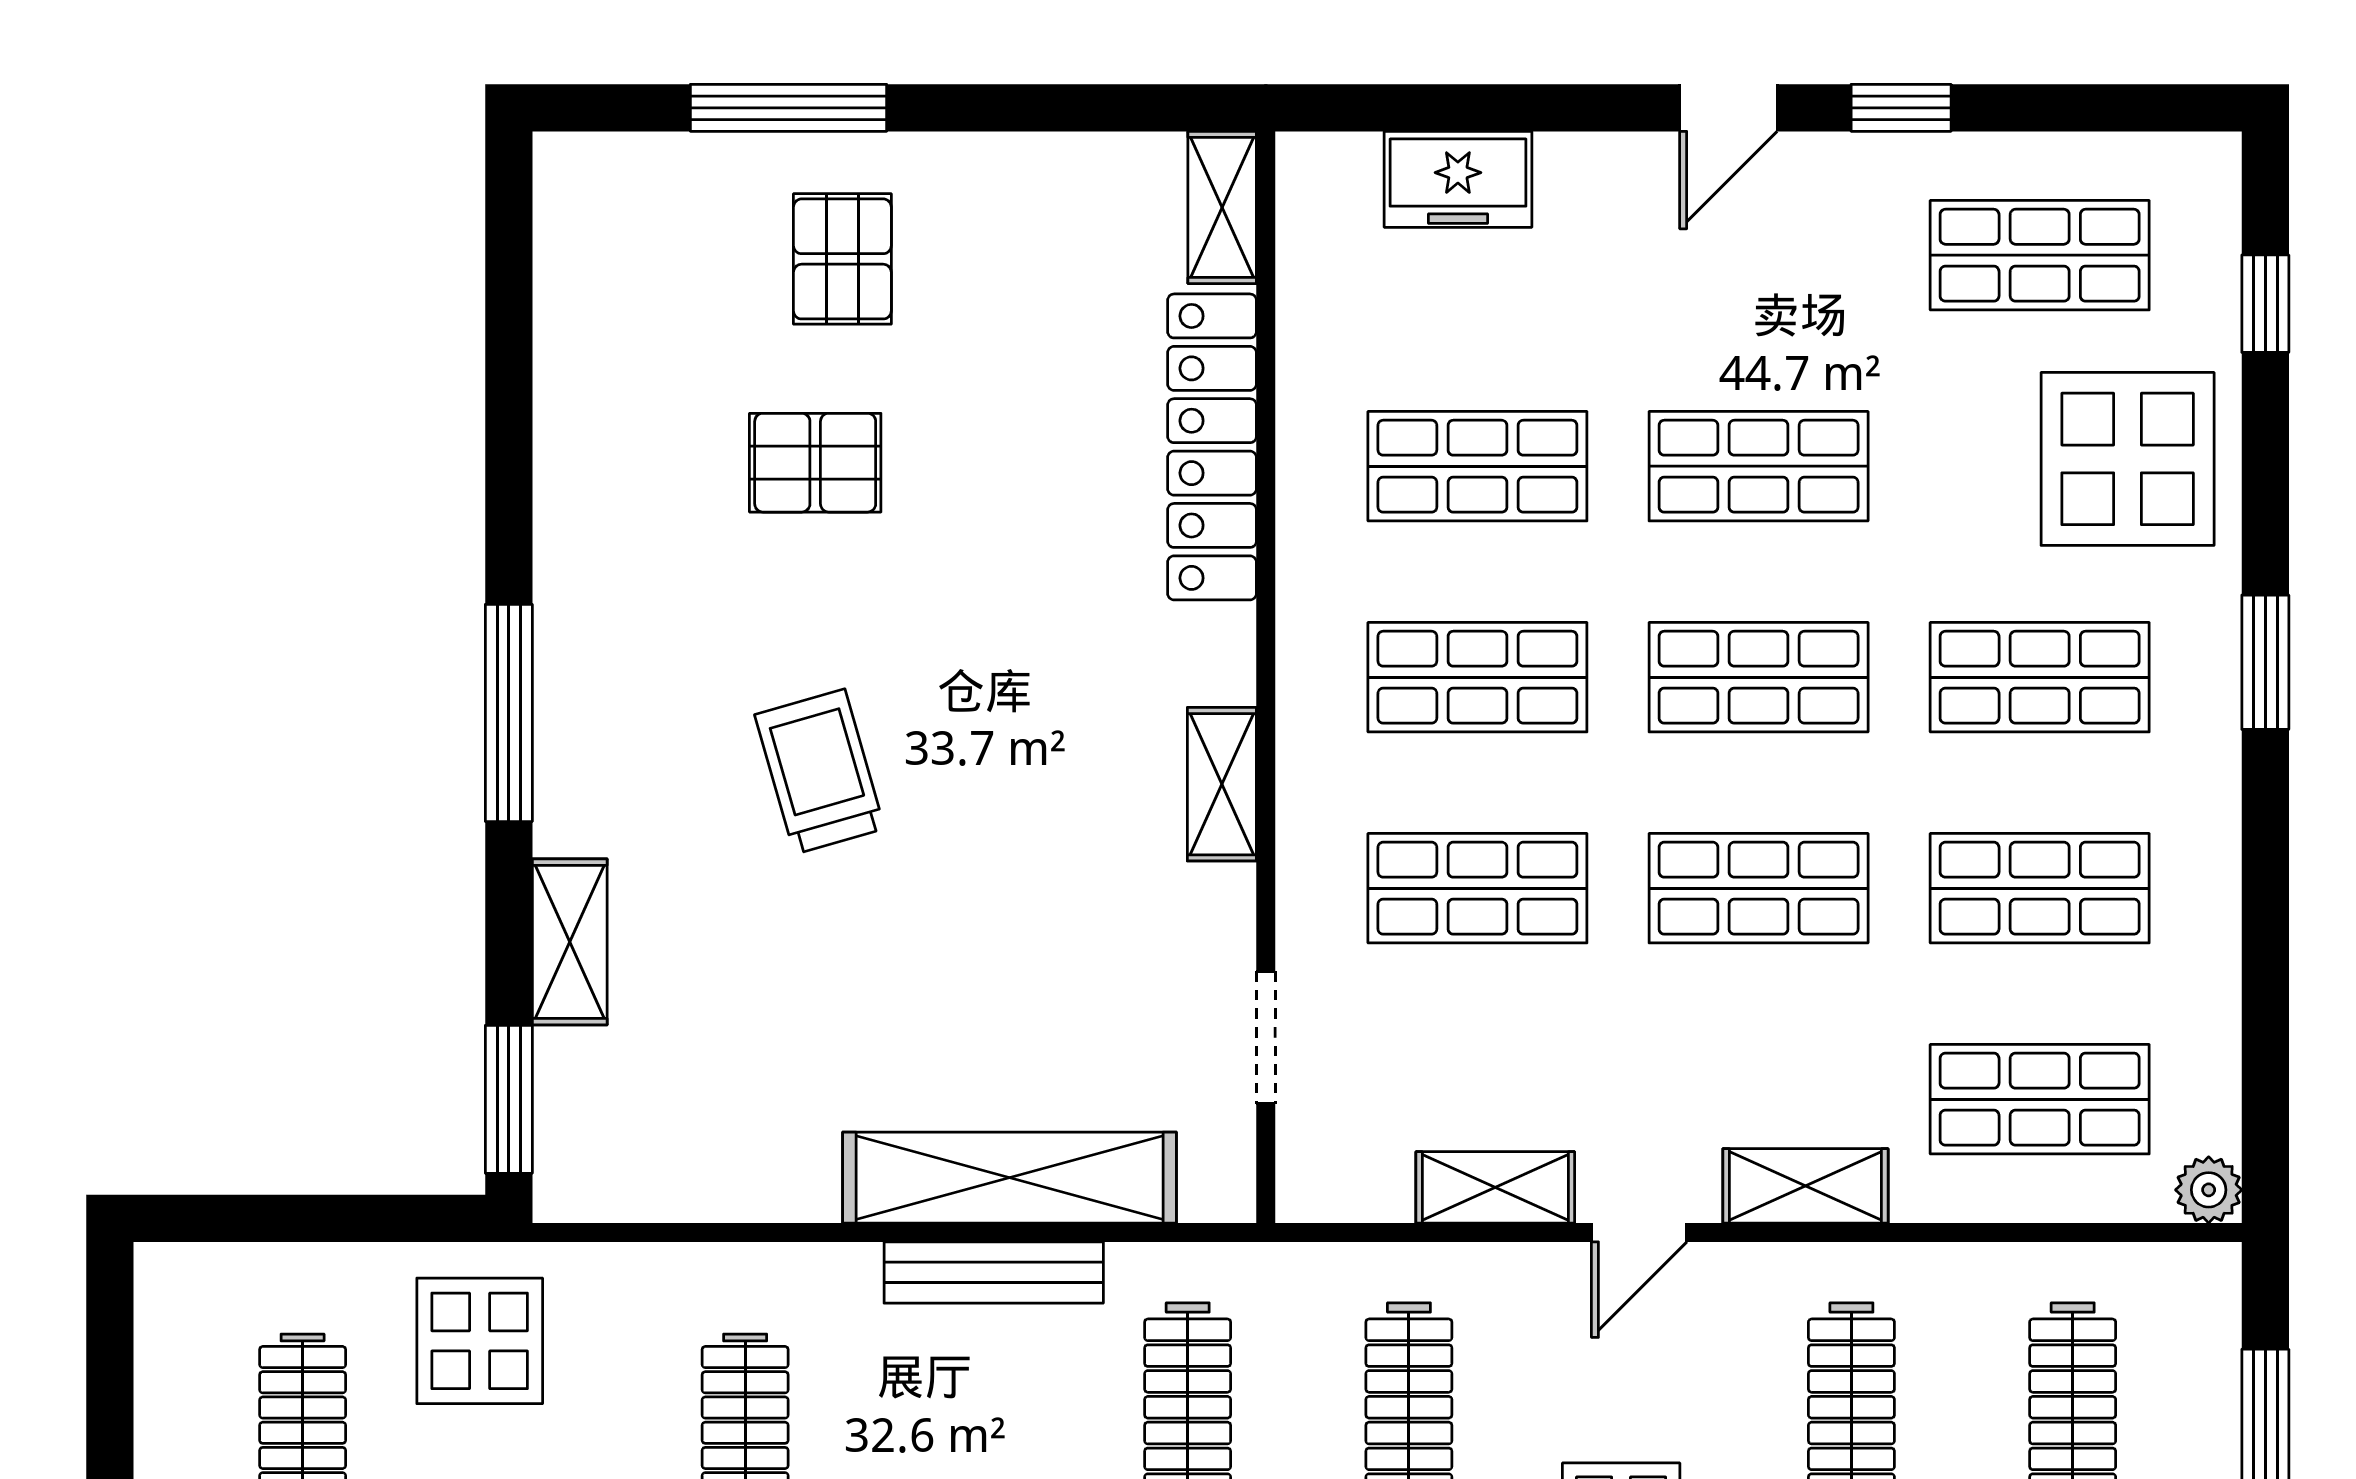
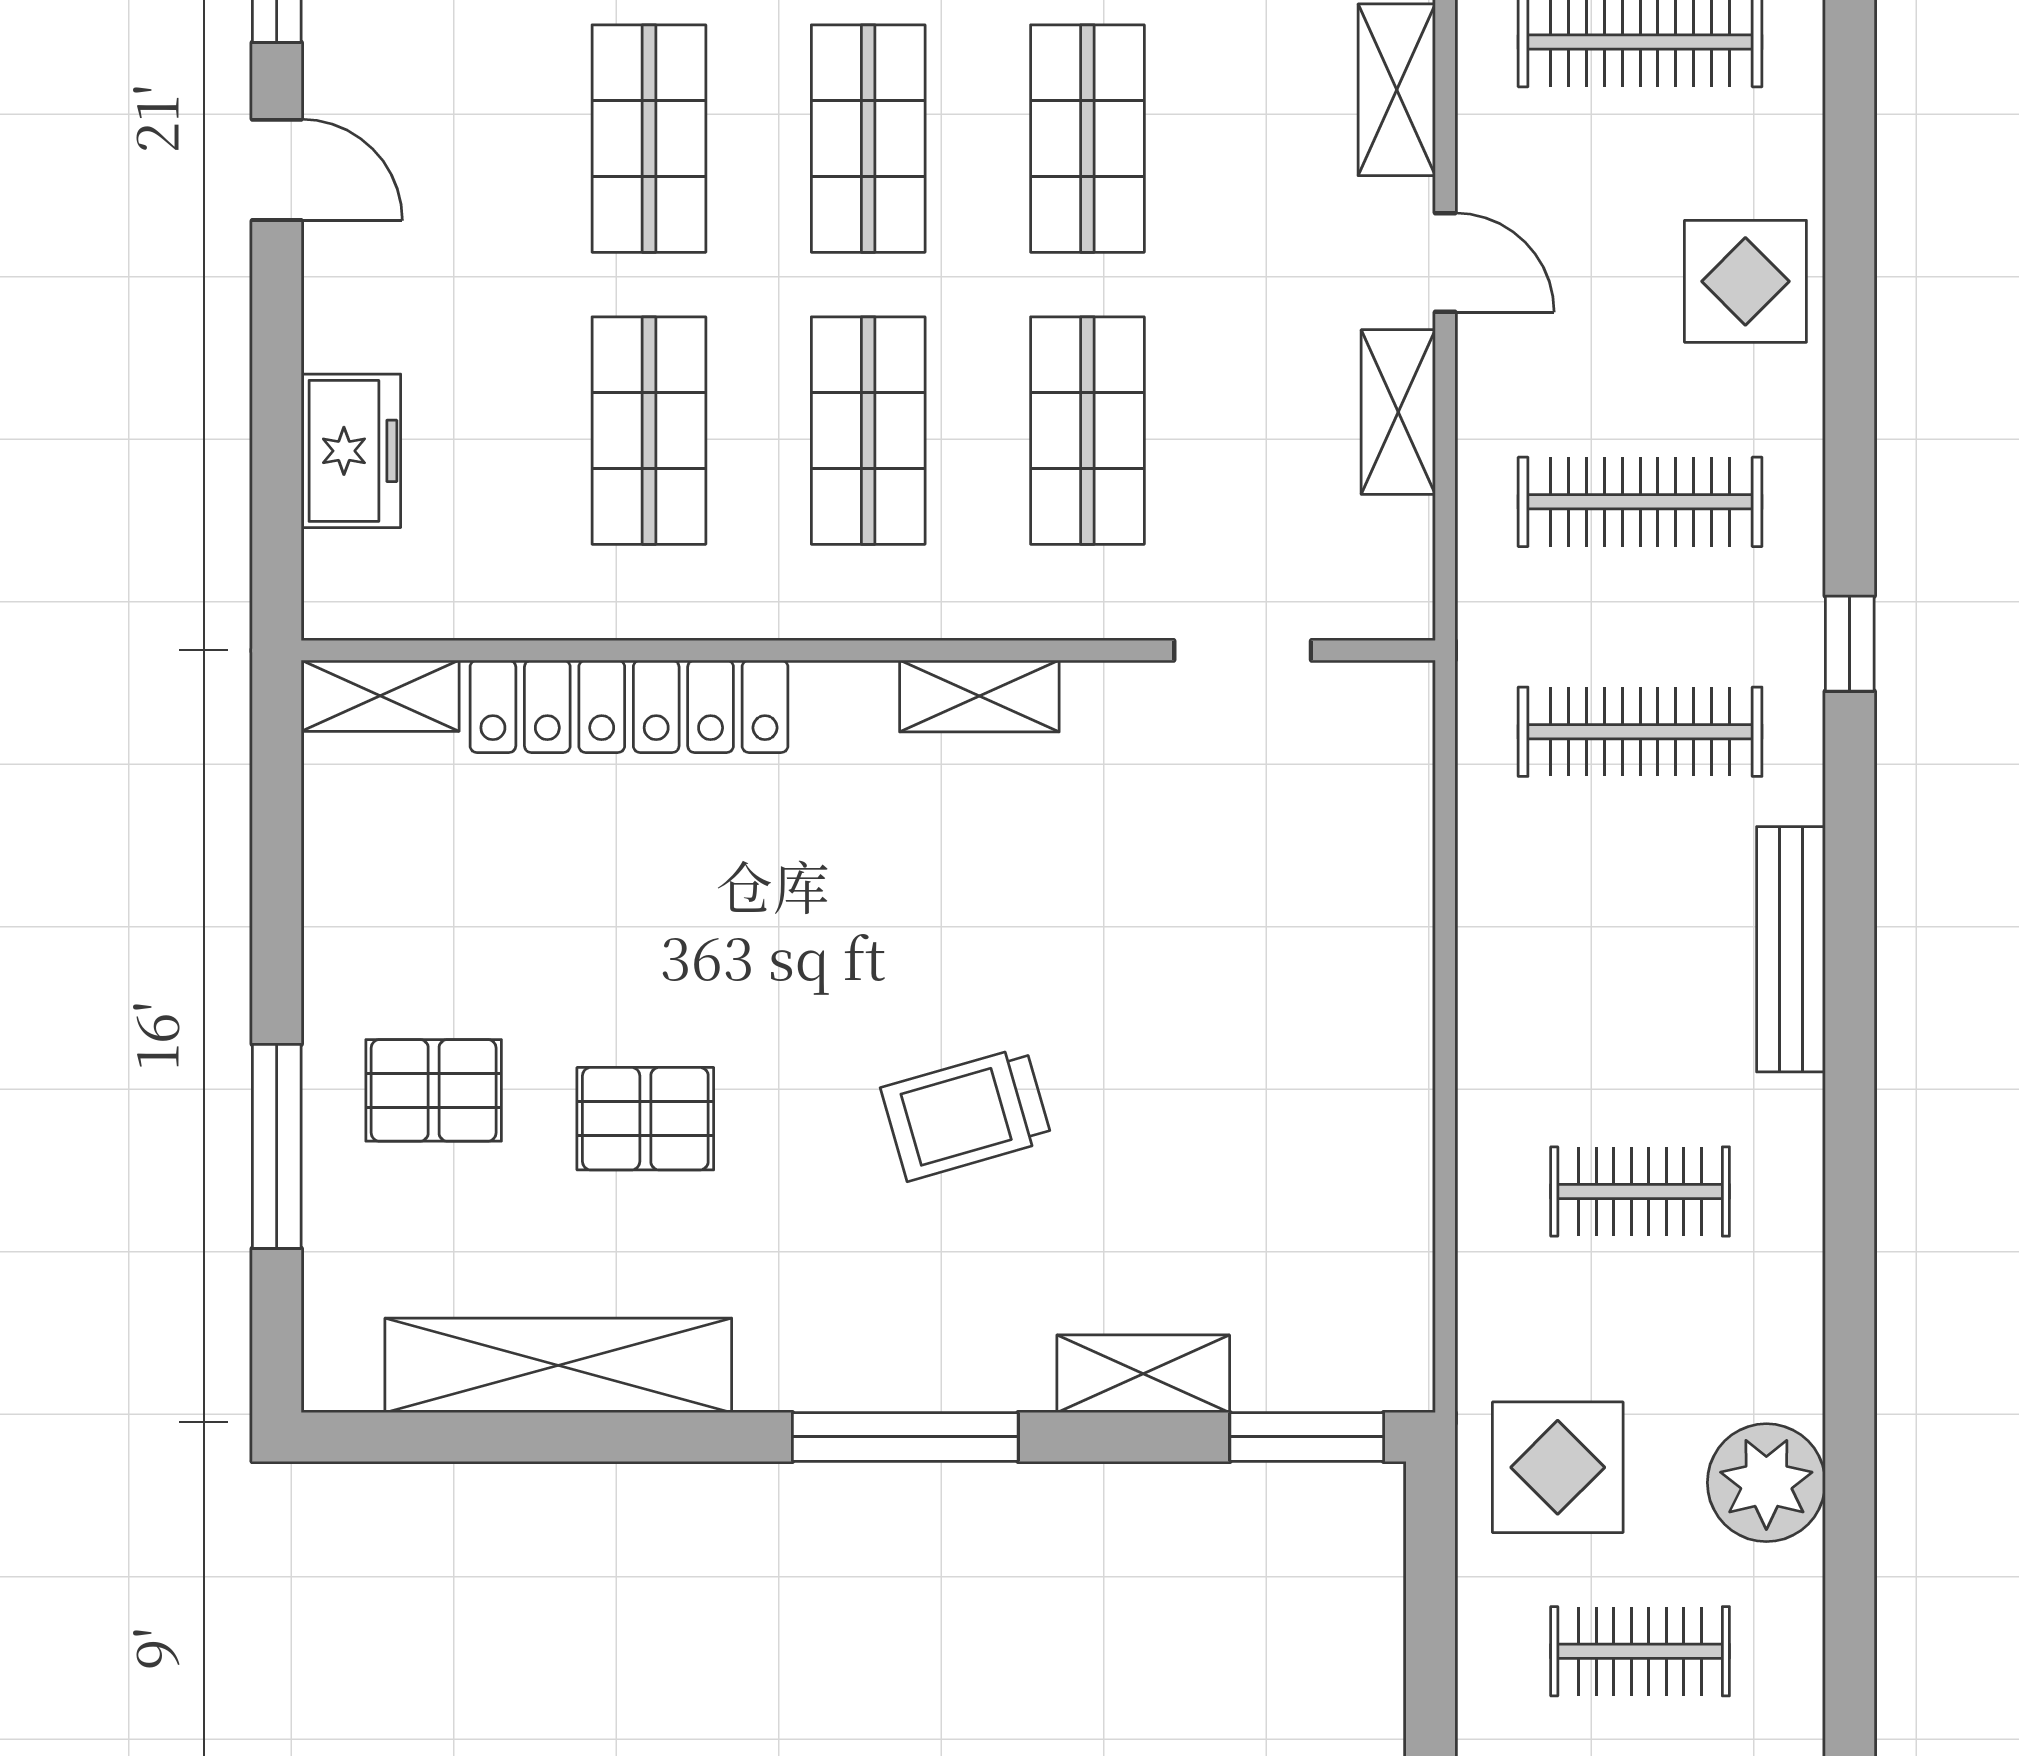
pallet: (815, 463) -> (645, 1119), turned 90
shelving: (1010, 1178) -> (558, 1365), moved, turned 90
bench: (994, 1273) -> (1487, 933), removed

